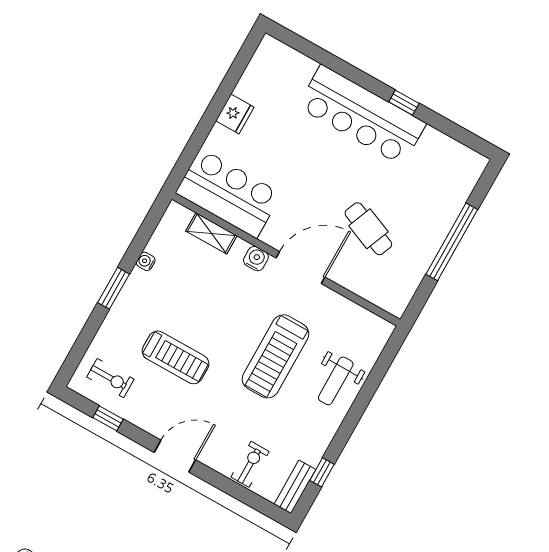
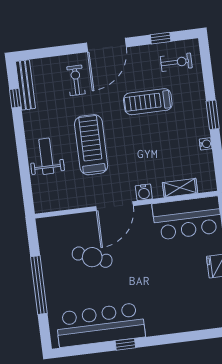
bar counter: (362, 115) -> (100, 325), moved
exercise bike: (110, 378) -> (176, 62), turned 180
door: (175, 456) -> (106, 45), width x1.36
exercise bike: (250, 464) -> (76, 80), moved, turned 180
bench: (295, 487) -> (25, 85), width x1.36

